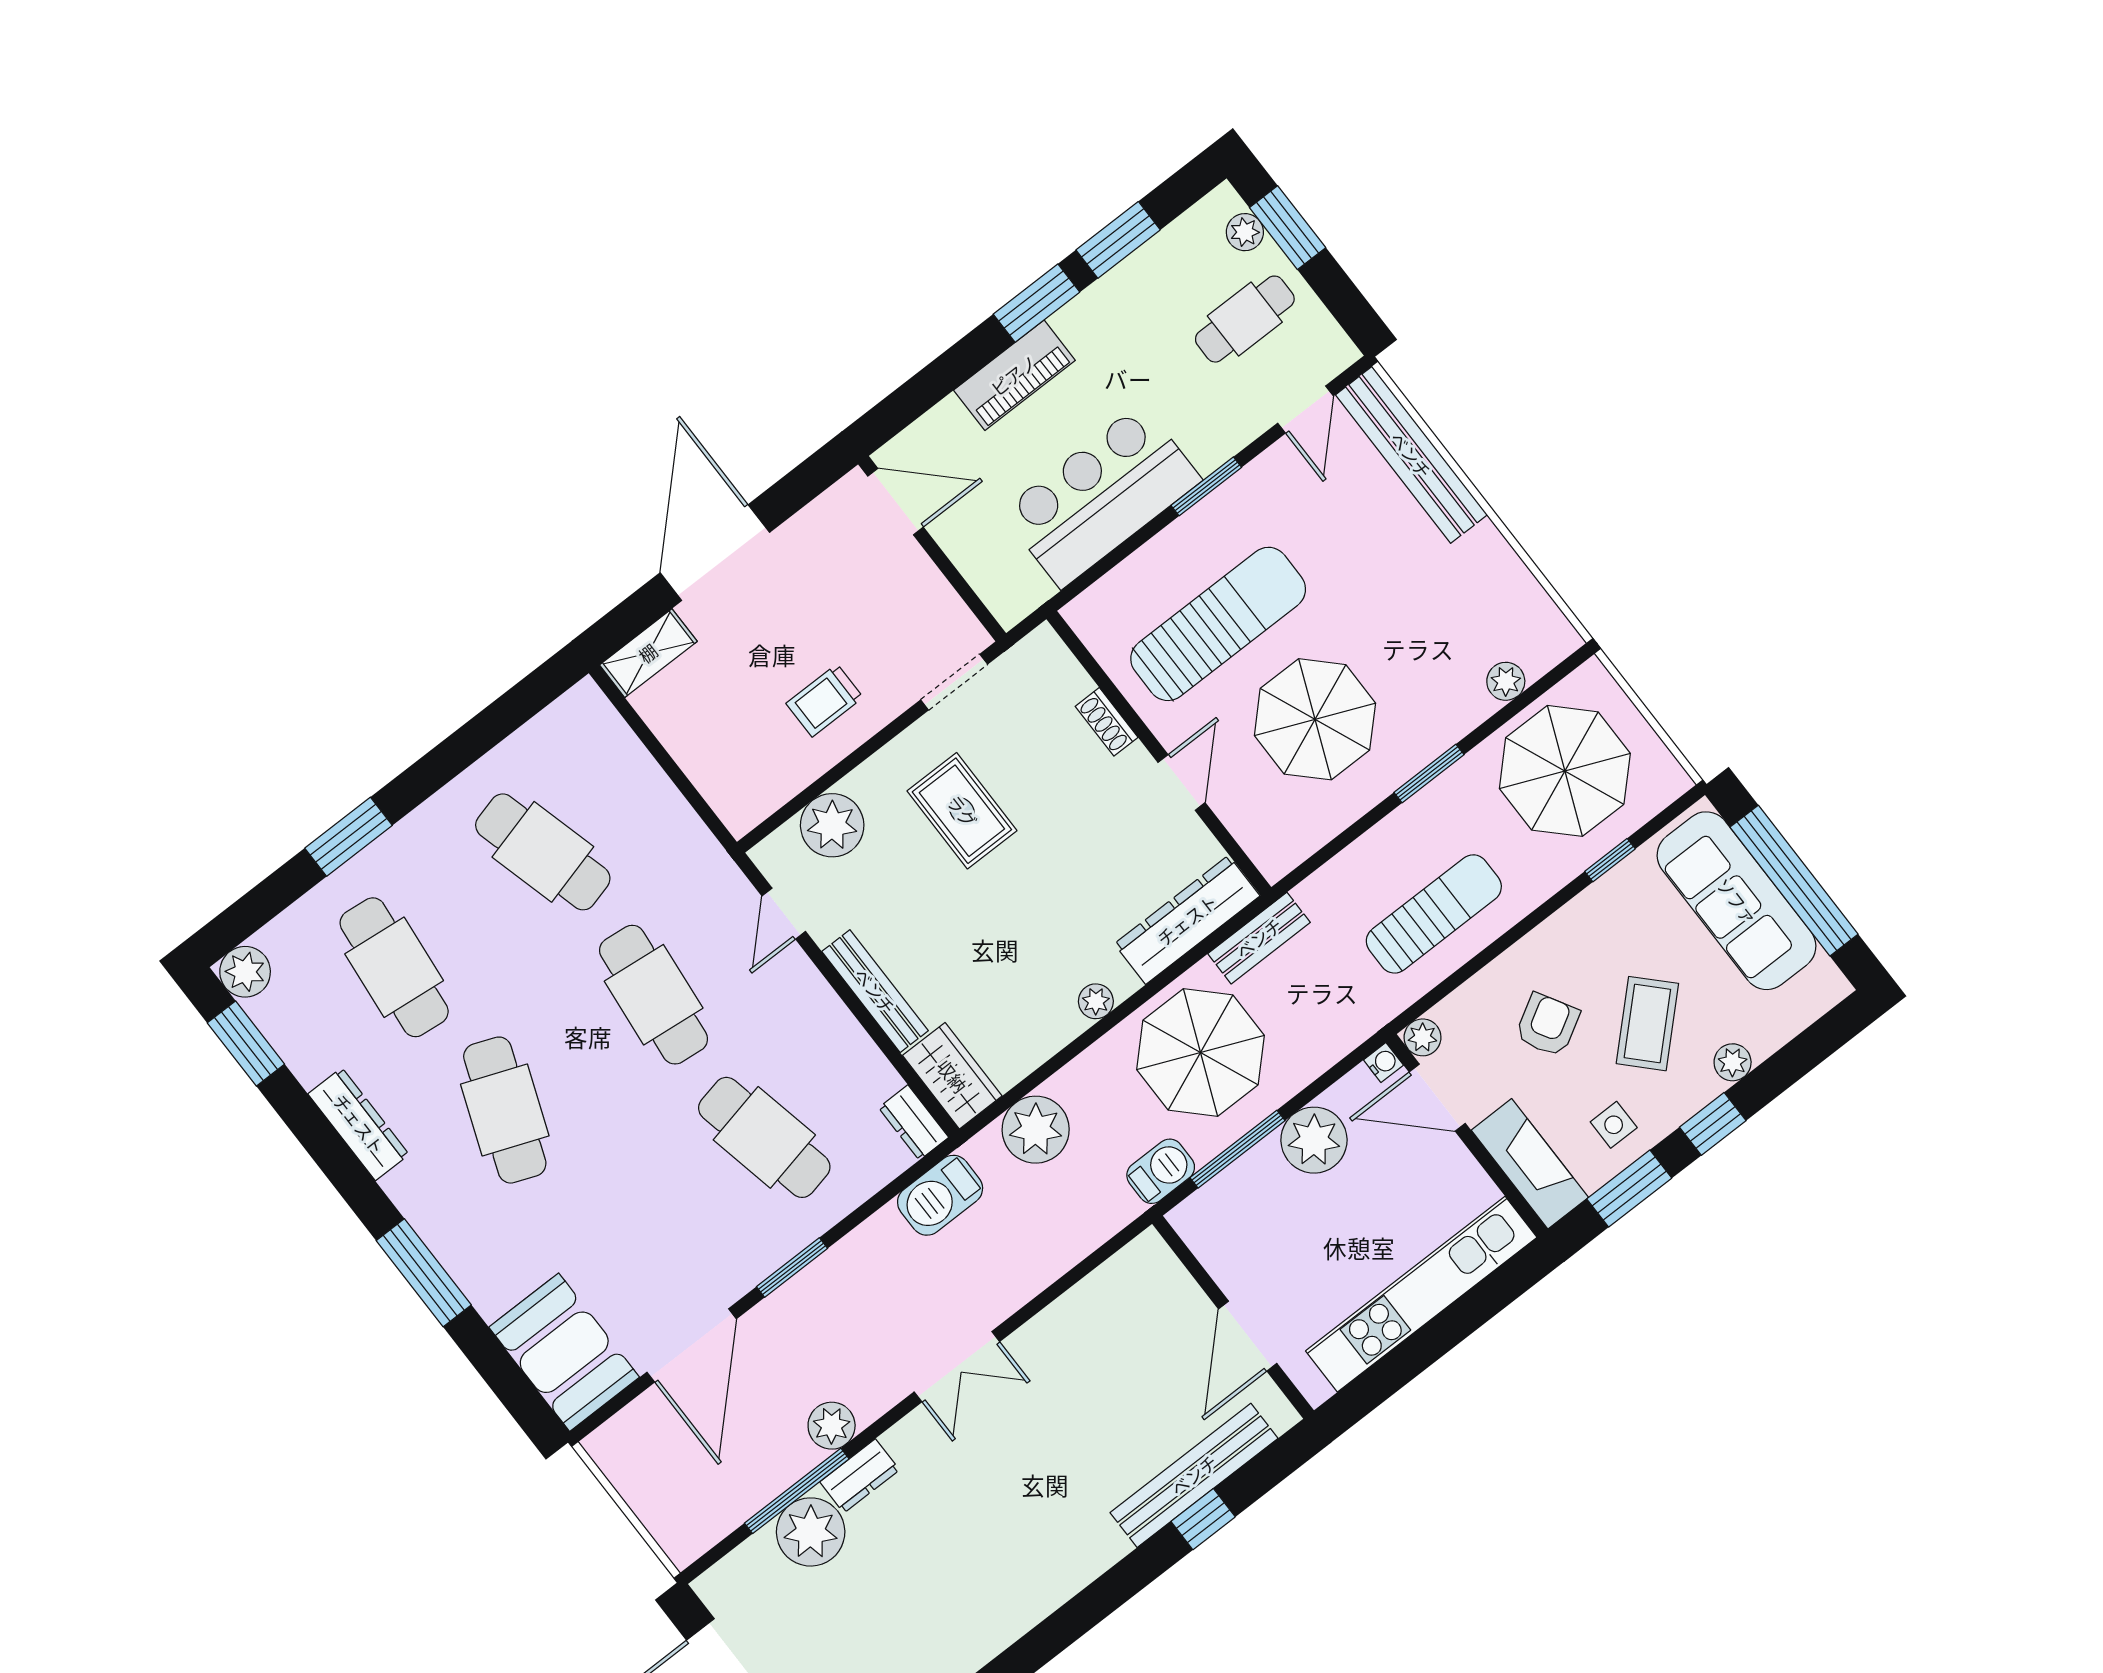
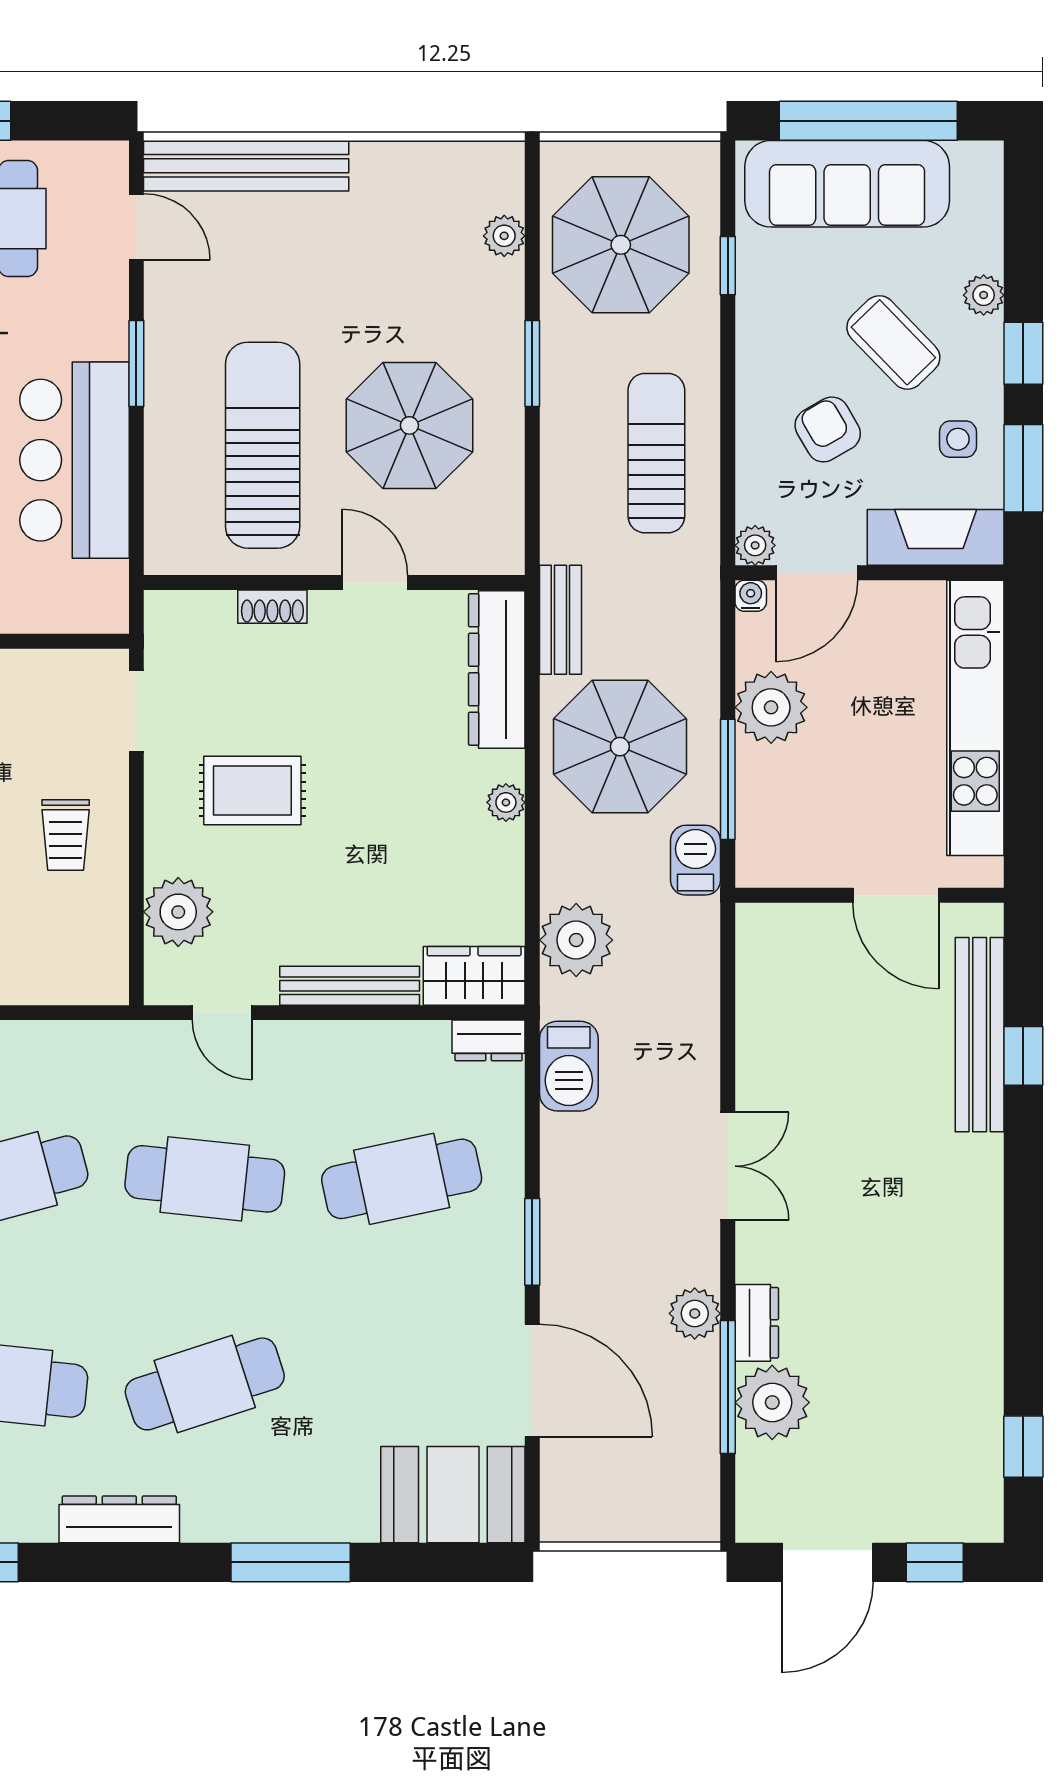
cafe table: (505, 1110) -> (205, 1384), turned -39

